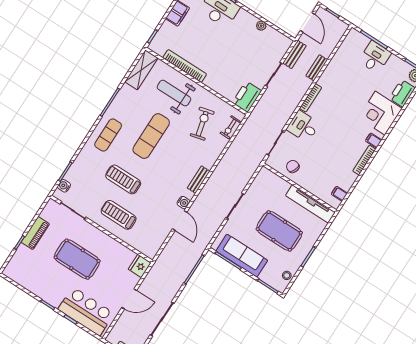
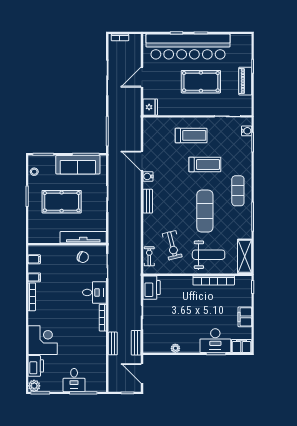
filing cabinet: (374, 140) -> (34, 277), moved
tv unit: (310, 204) -> (83, 237), moved
bar counter: (86, 311) -> (188, 47), width x1.86

